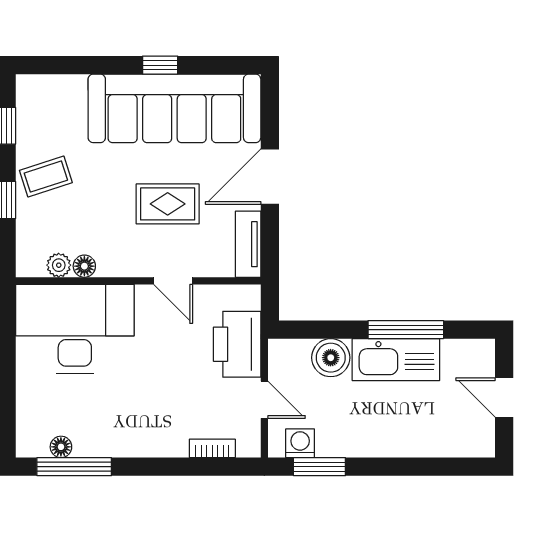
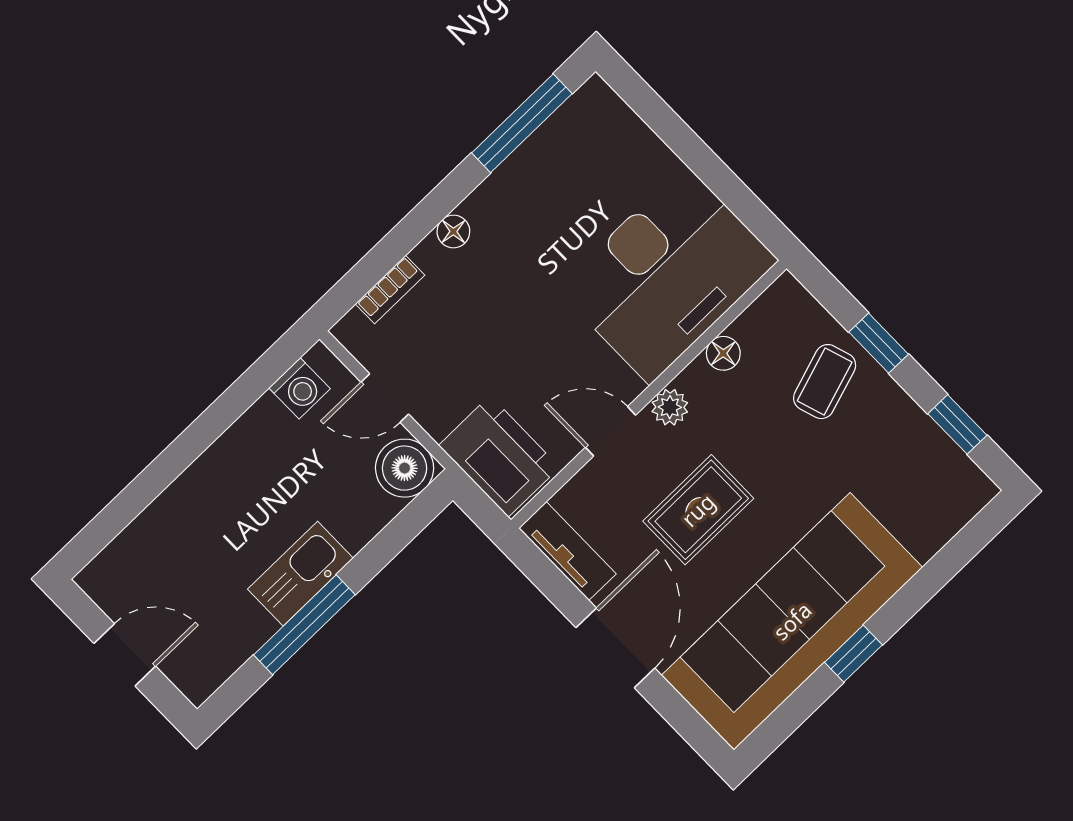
coffee table: (46, 177) -> (825, 382), moved
plant: (59, 265) -> (670, 407), moved
printer: (237, 344) -> (499, 456), moved
boiler: (331, 358) -> (405, 468), moved
kitchen sink: (396, 360) -> (300, 574), width x0.73, depth x0.81
floor lamp: (61, 447) -> (453, 231), moved
window: (319, 467) -> (253, 383), removed

